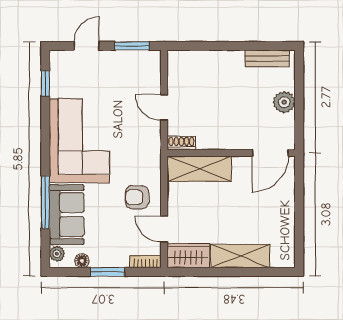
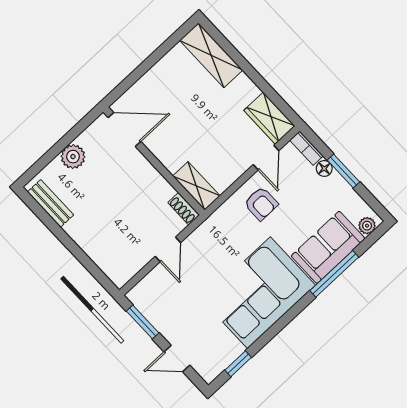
shelving: (199, 169) -> (196, 186), width x0.67, depth x0.75
shelving: (240, 256) -> (211, 55), moved
floor lamp: (82, 261) -> (324, 168), moved

